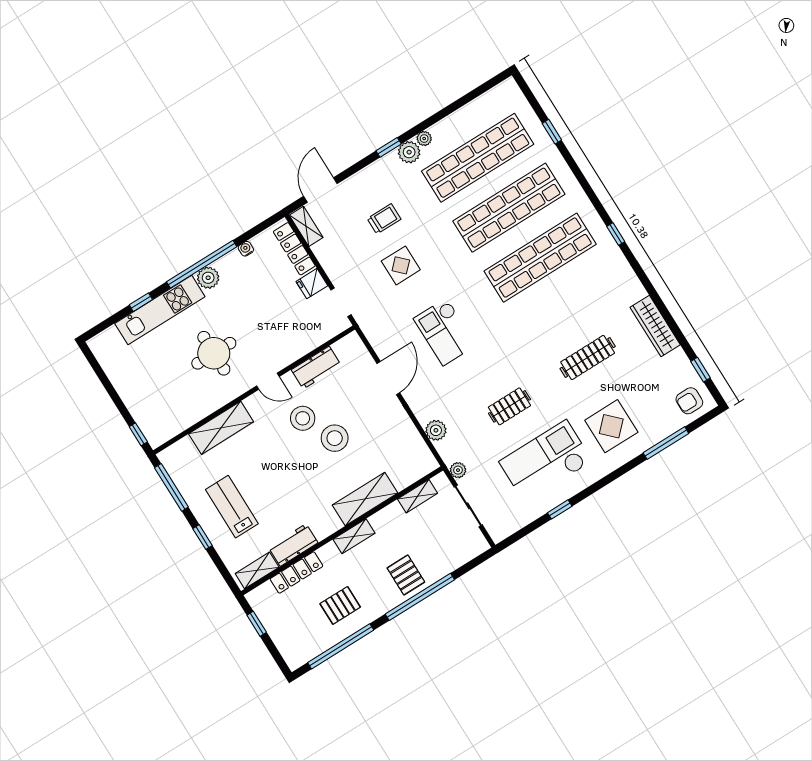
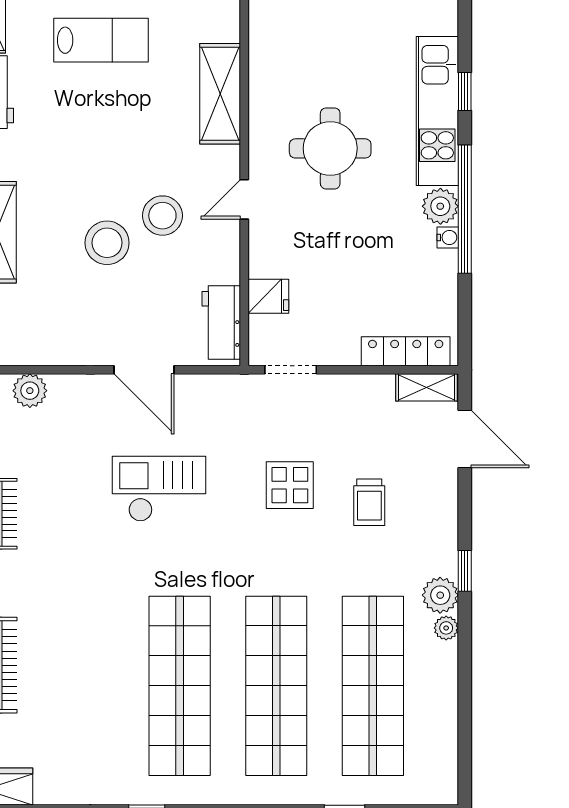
water cooler: (246, 249) -> (448, 237), moved
fridge: (312, 284) -> (268, 296), moved, turned 90
workbench: (316, 368) -> (221, 322), moved

